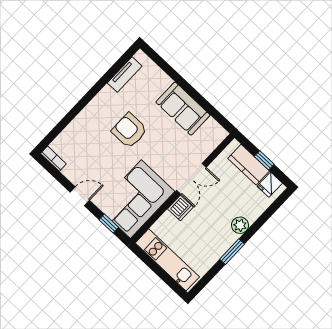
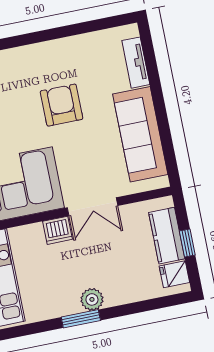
tv unit: (125, 74) -> (136, 63), moved, turned 90
sofa: (183, 109) -> (140, 134), width x1.36
plant: (240, 225) -> (92, 299), moved

